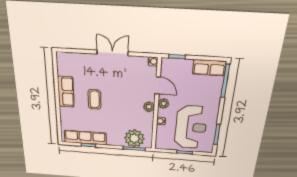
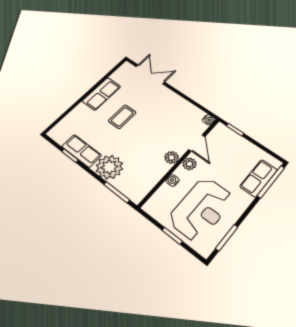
double door: (113, 53) -> (150, 74), moved
row of seats: (209, 68) -> (259, 178), moved, turned 90
row of seats: (85, 138) -> (82, 151), width x0.68
plant: (134, 138) -> (109, 167), moved

